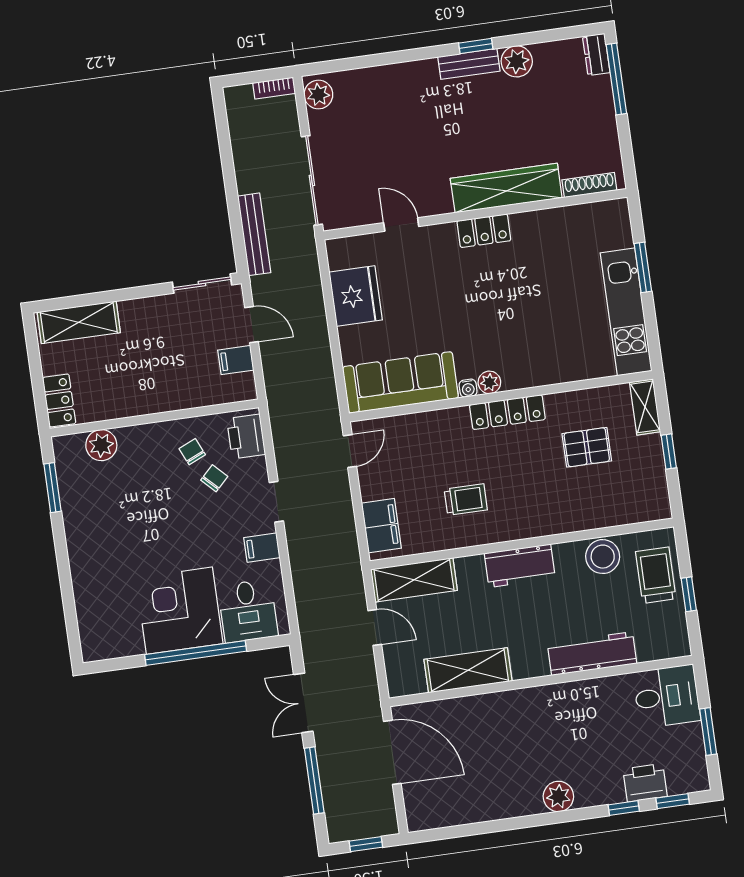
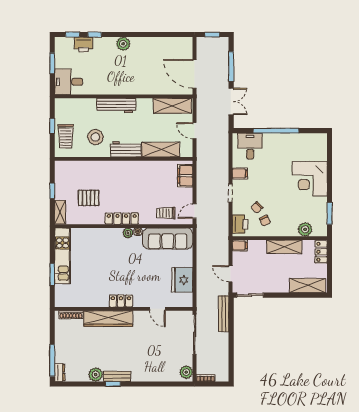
filing cabinet: (236, 360) -> (240, 245), moved
shelving: (142, 400) -> (284, 247), added
trolley: (466, 500) -> (166, 213), moved
stool: (603, 557) -> (95, 137), moved
shelving: (414, 580) -> (161, 150), moved
corner desk: (179, 611) -> (310, 179), moved, turned 90
workbench: (592, 654) -> (116, 105), moved
shelving: (468, 670) -> (172, 106), moved

